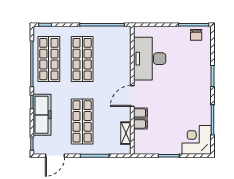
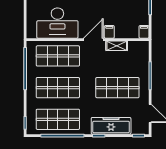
shop shelf: (115, 59) -> (58, 56), added
door: (132, 96) -> (93, 40), swing flipped
filing cabinet: (140, 124) -> (144, 32), moved
shelving: (126, 133) -> (117, 46), moved

